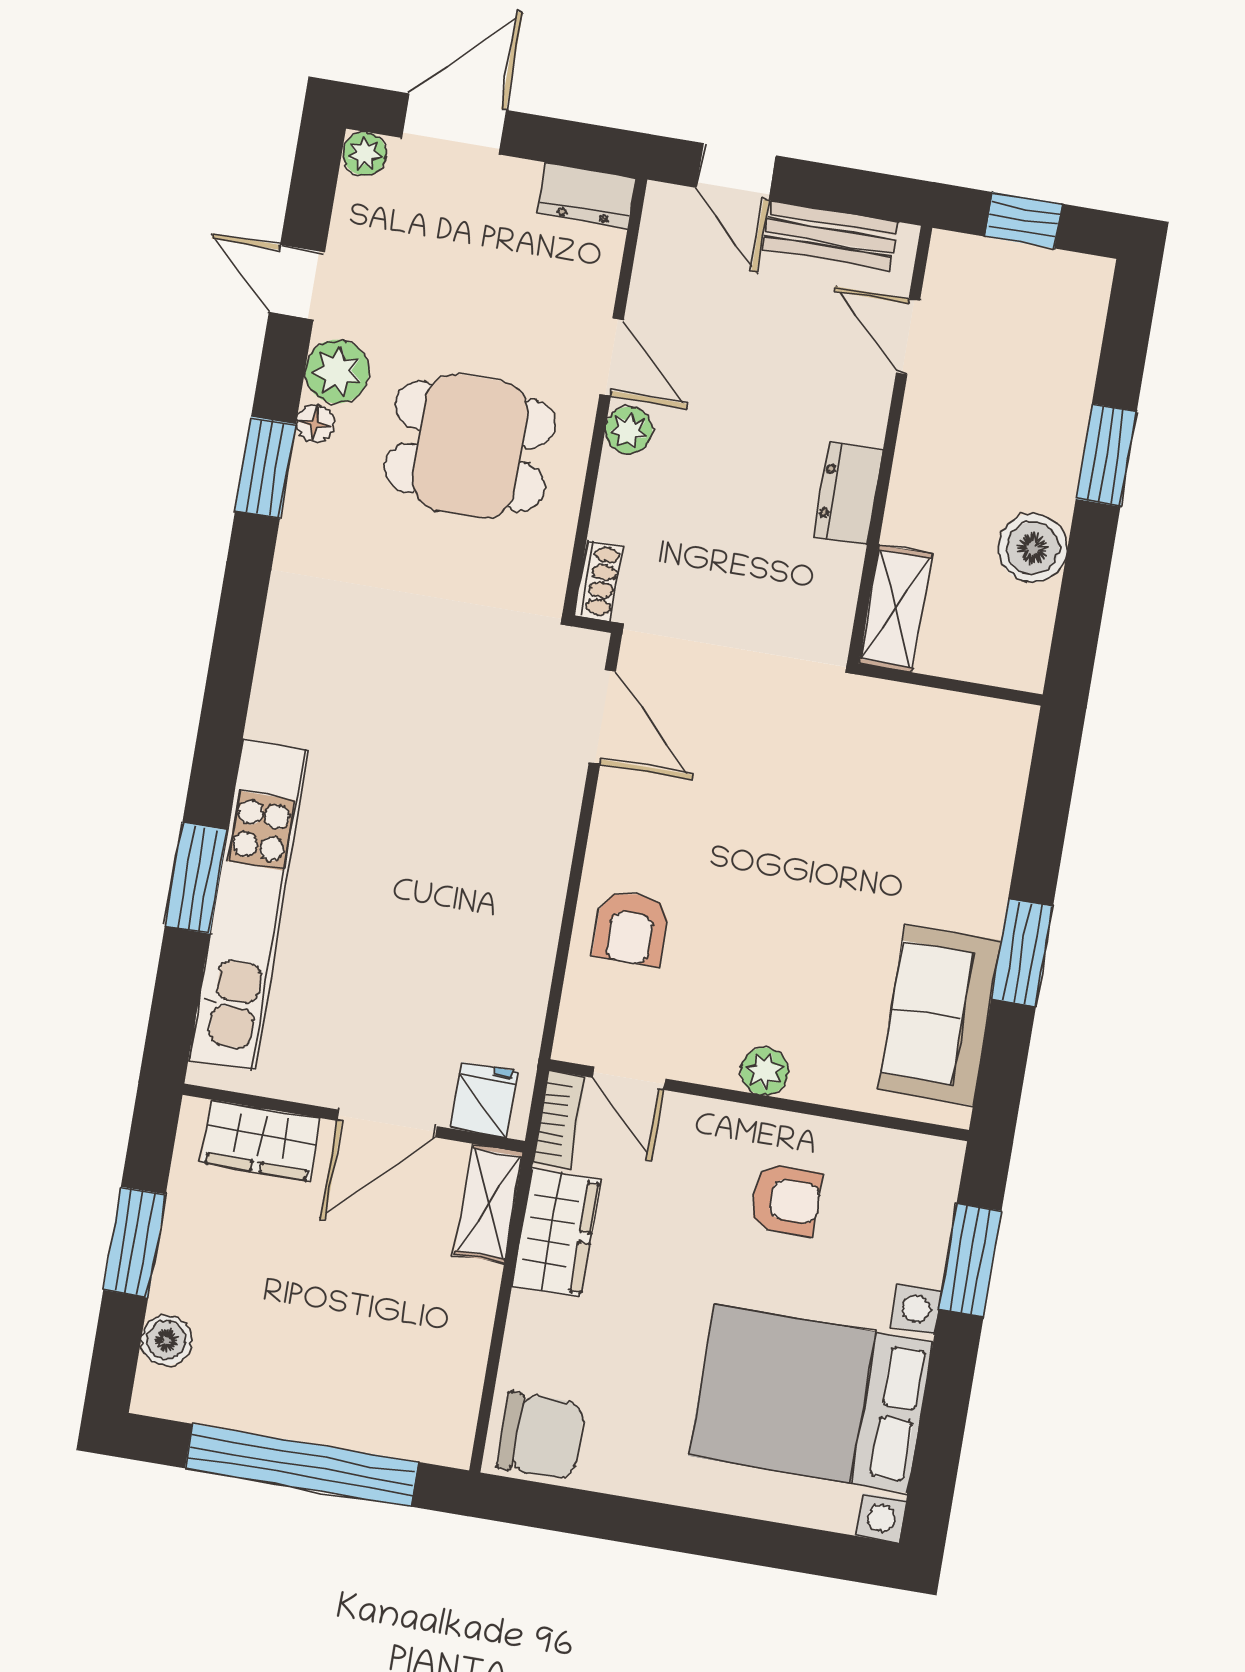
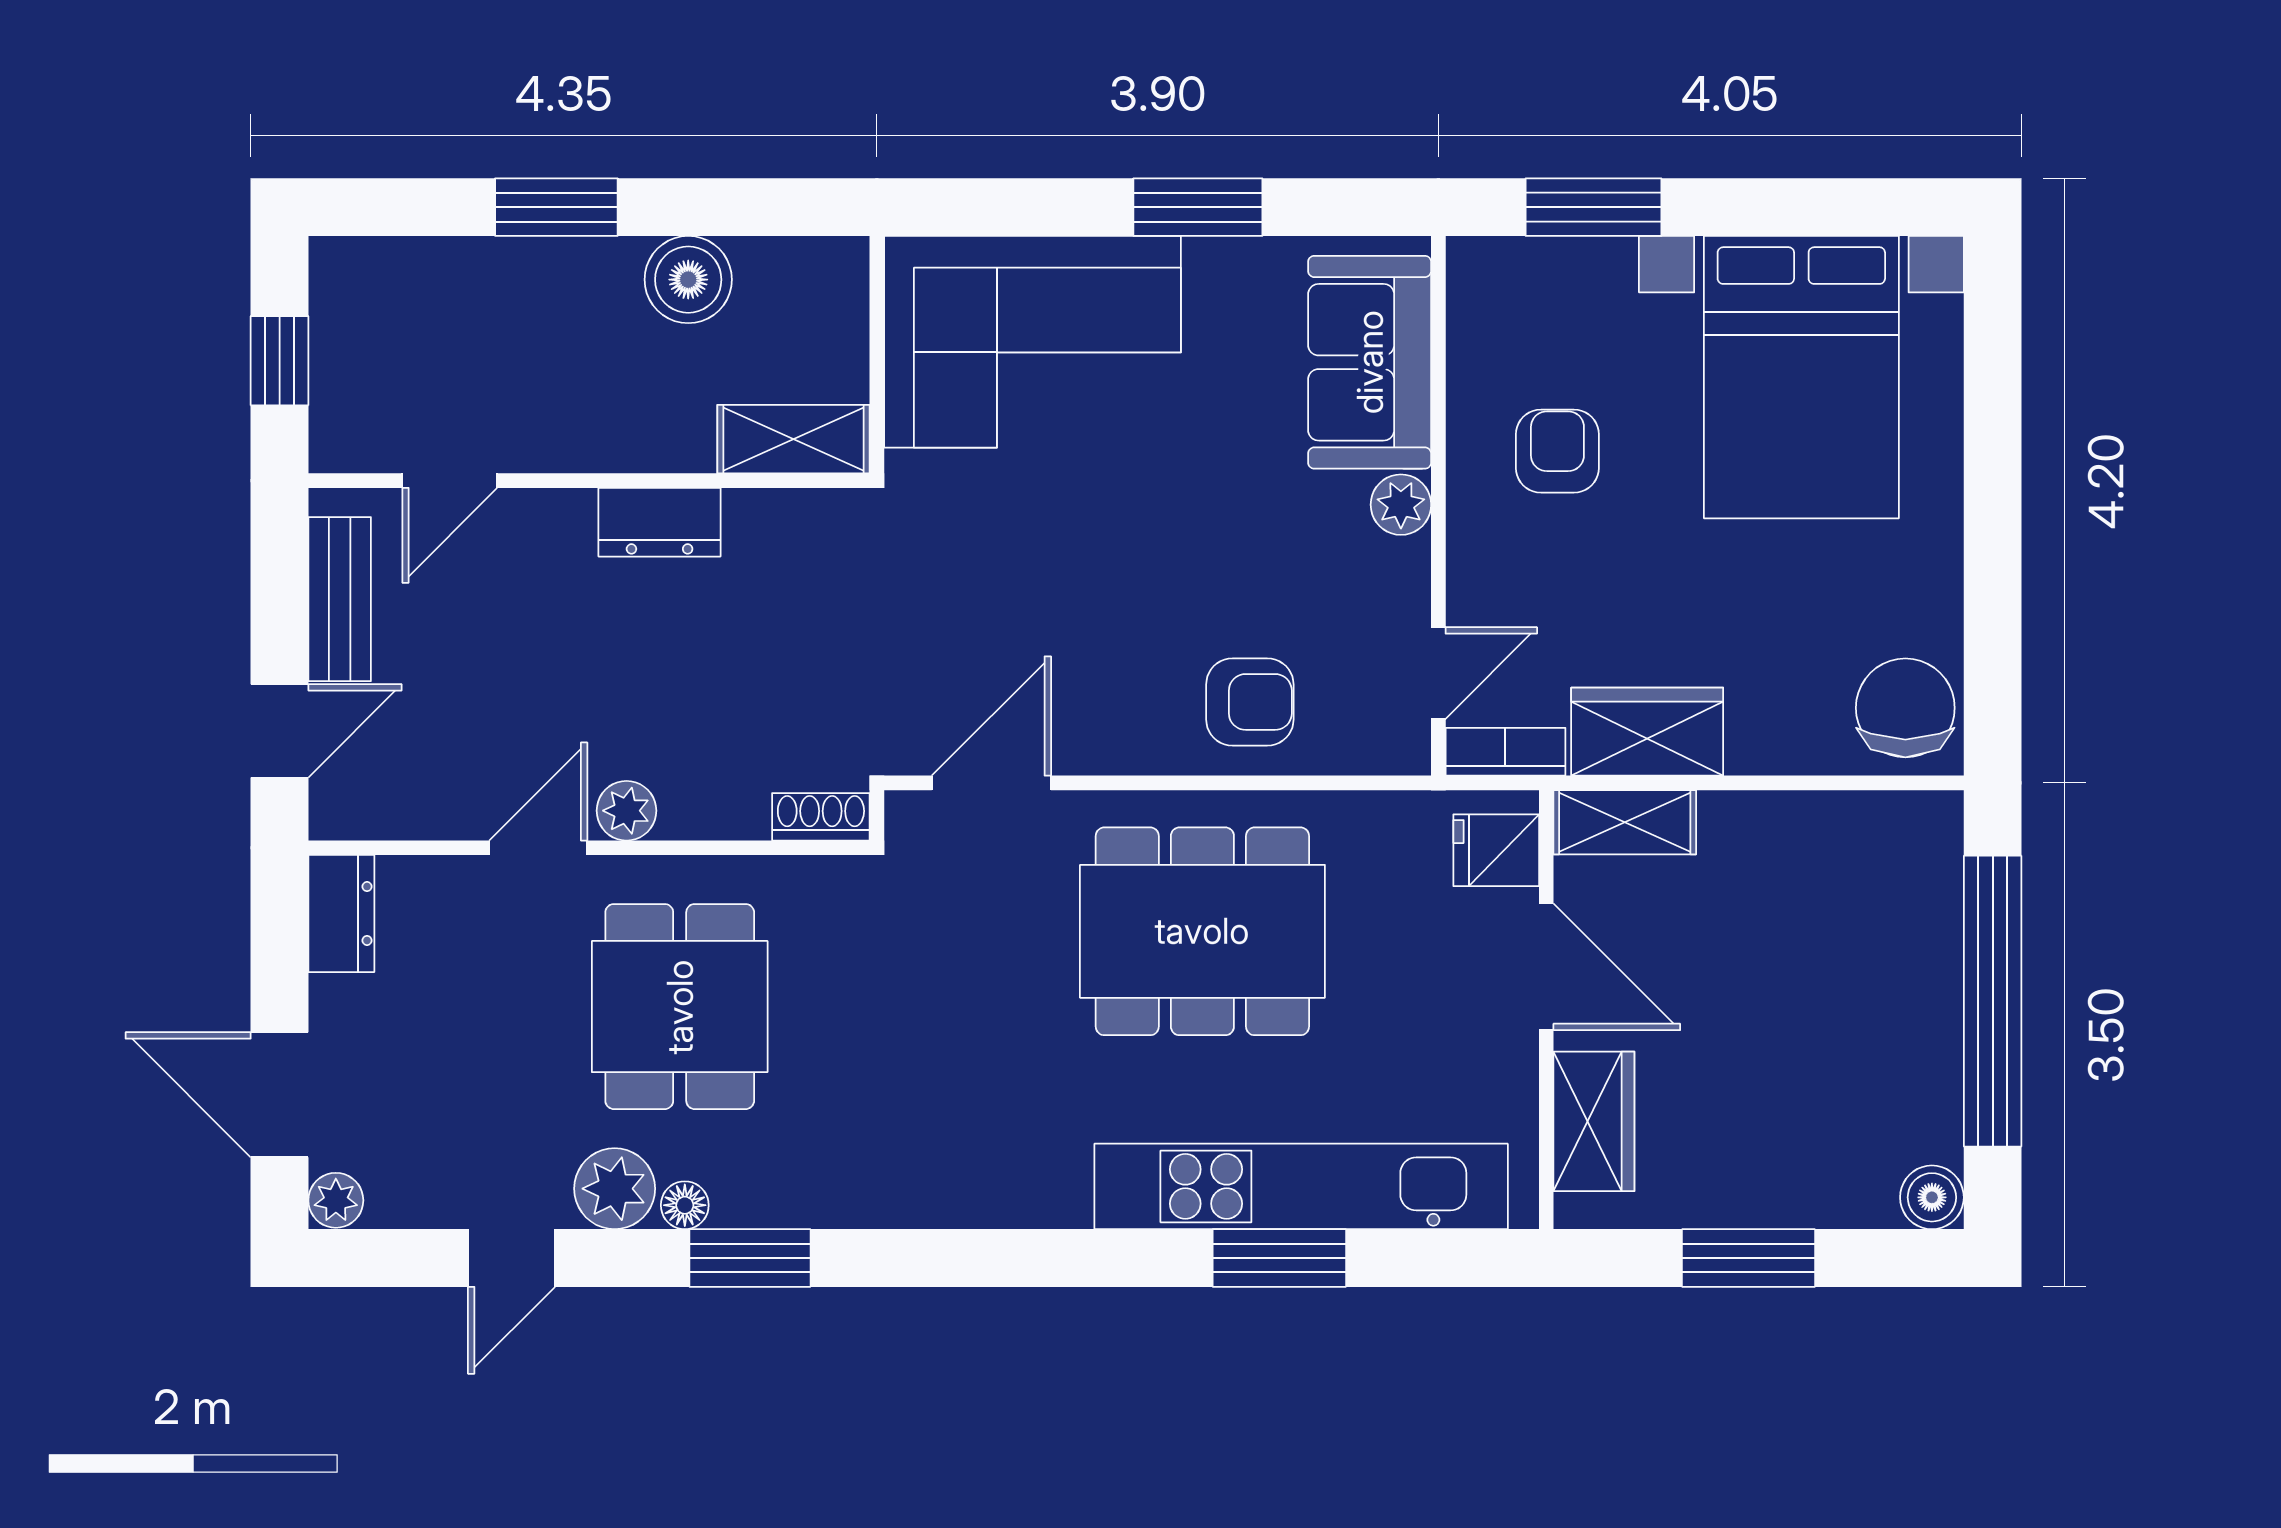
corner sofa: (939, 807) -> (1033, 342), added
dining table: (460, 861) -> (1202, 931), added
sofa: (939, 1015) -> (1370, 362), moved, turned 90
boiler: (166, 1341) -> (1932, 1197), moved

